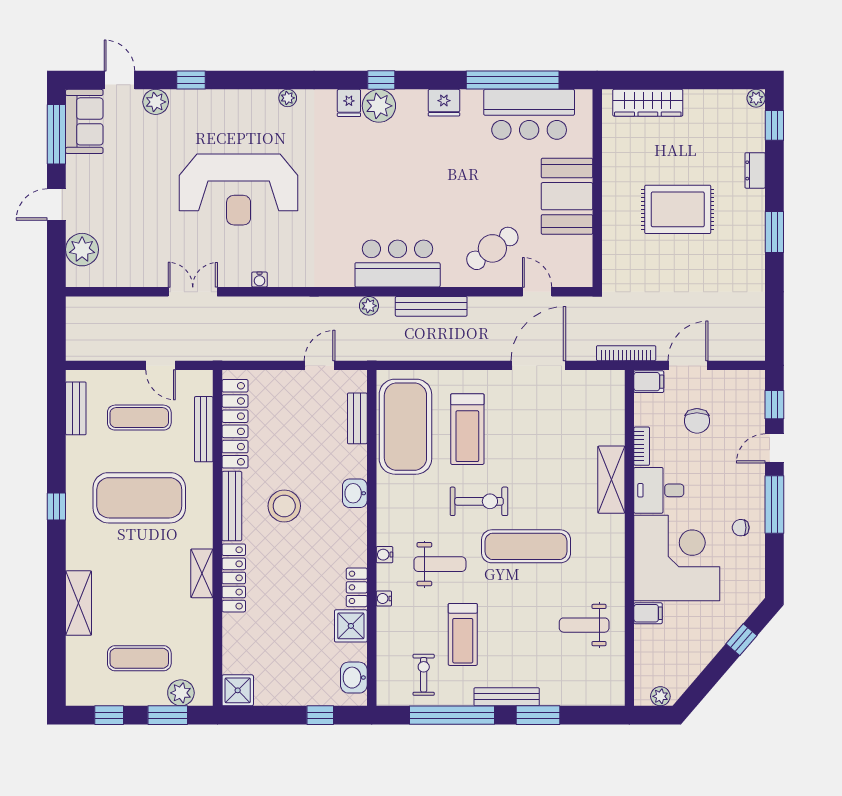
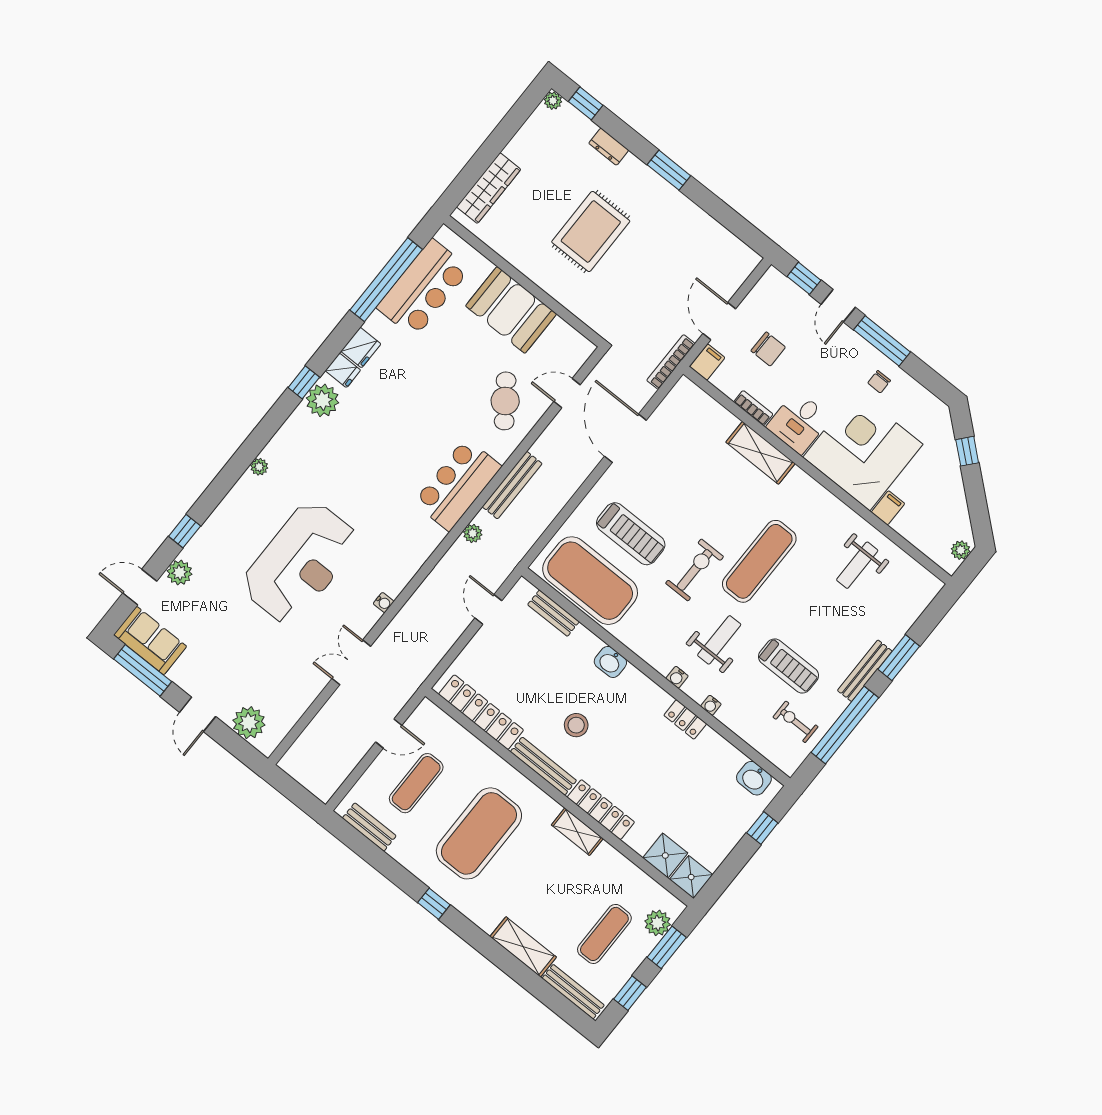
fridge: (349, 103) -> (343, 370), moved
bench: (204, 429) -> (573, 992), moved
stool: (284, 506) -> (576, 725), width x0.73, depth x0.73
shower: (351, 626) -> (665, 855), moved

